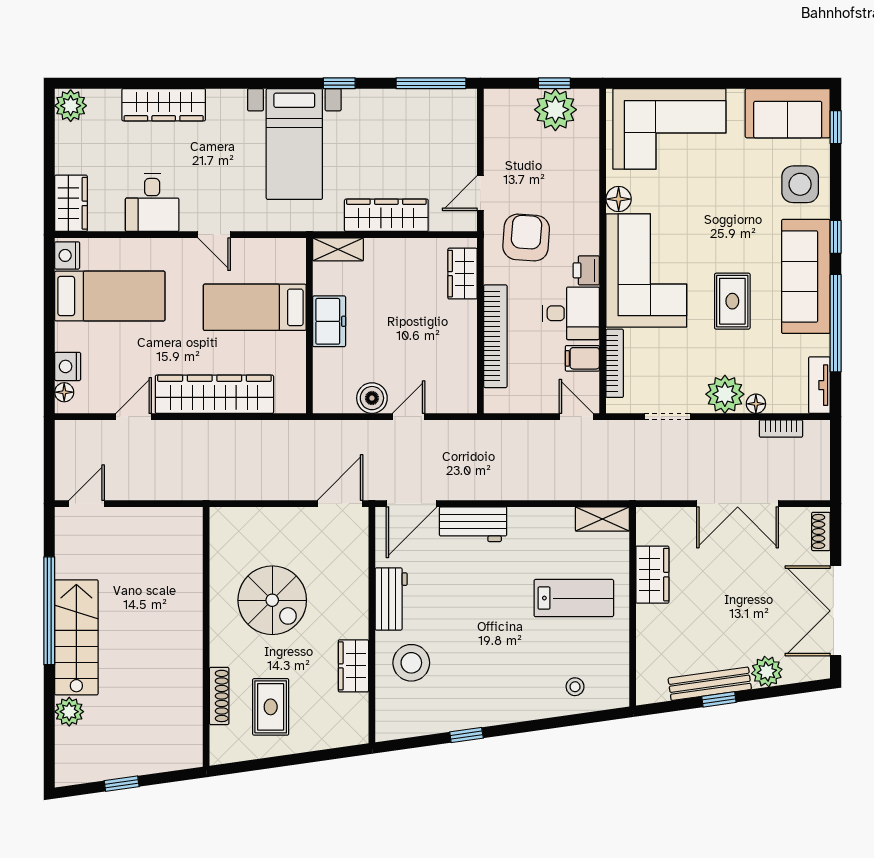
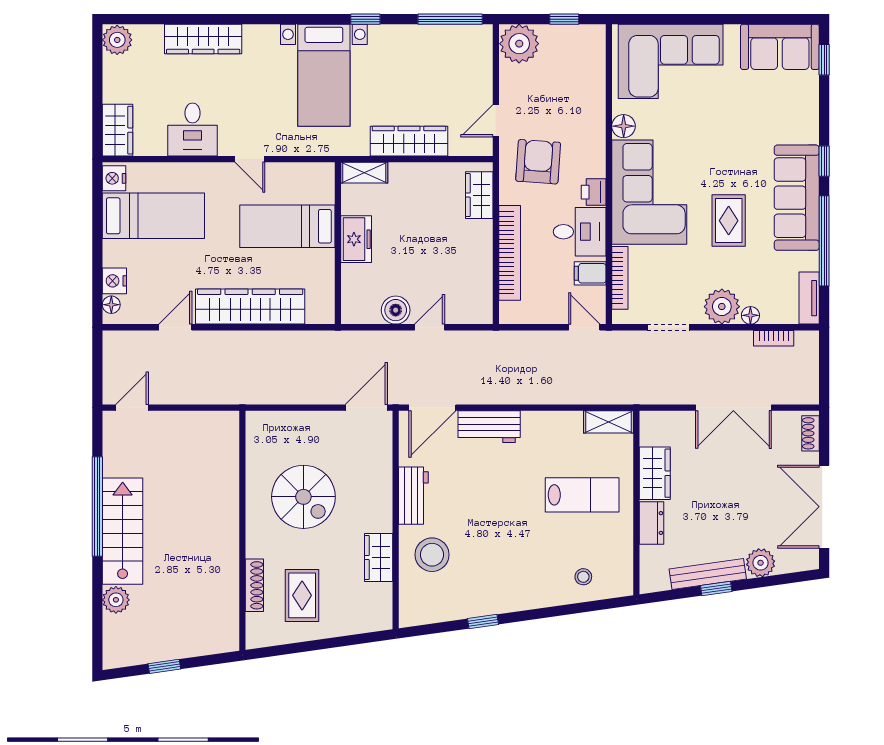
plant: (555, 110) -> (519, 44), moved
side table: (800, 184) -> (791, 113), removed
dresser: (649, 629) -> (651, 523), added

